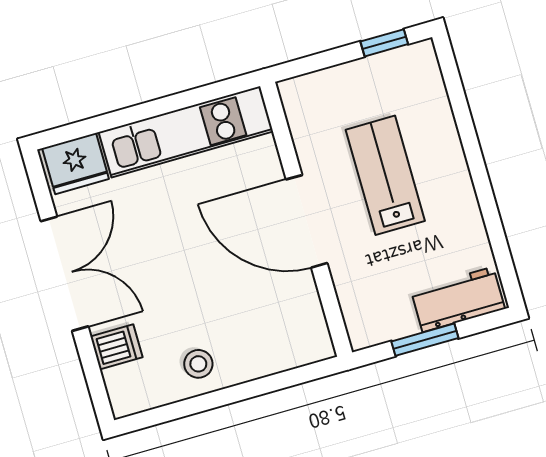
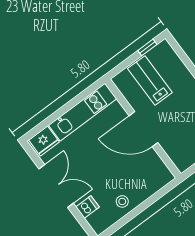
lab bench: (385, 175) -> (150, 80), moved

